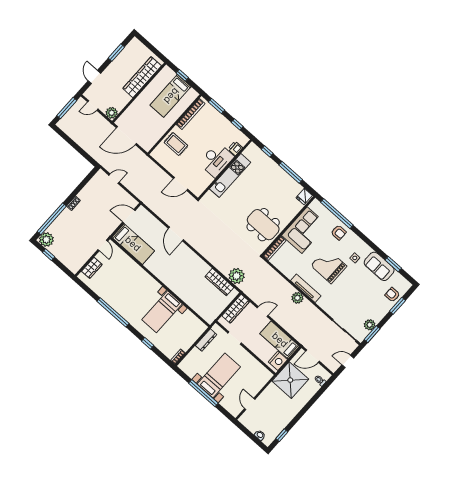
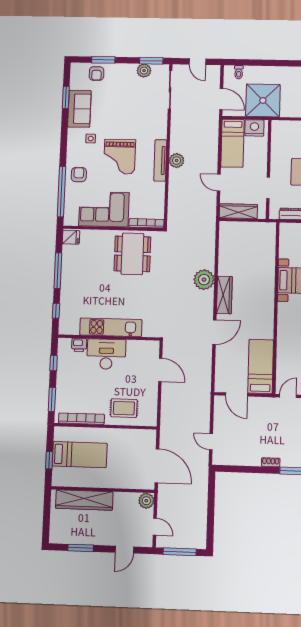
rug: (176, 144) -> (124, 408), turned 90
plant: (237, 276) -> (204, 280), moved
wardrobe: (219, 282) -> (224, 295), moved

